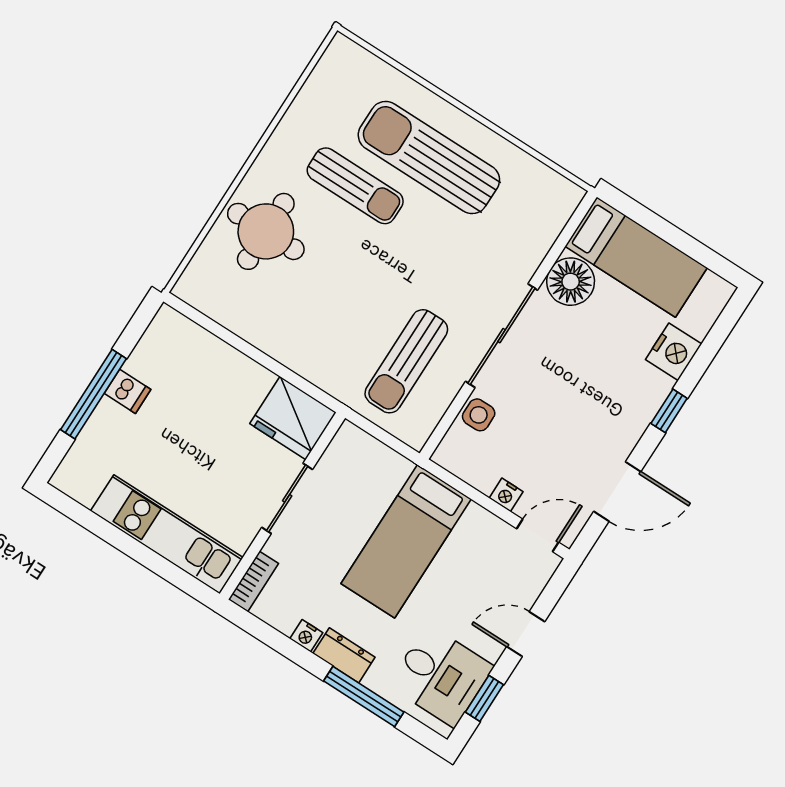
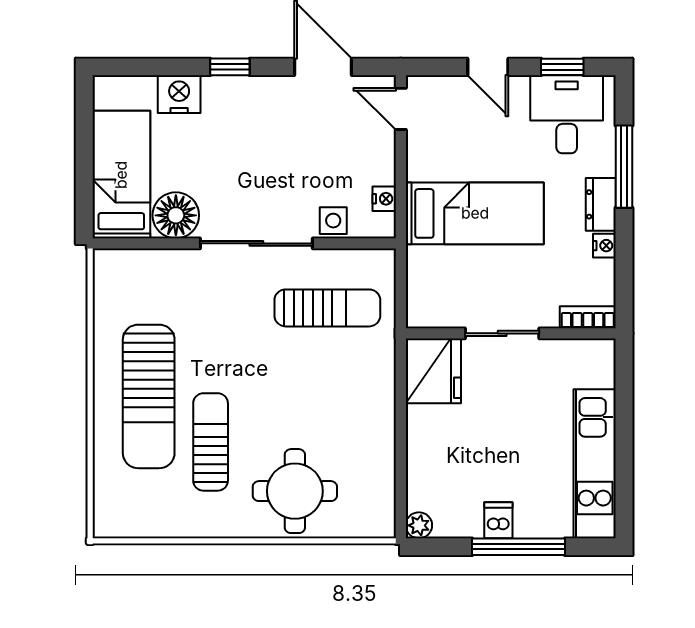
plant: (167, 320) -> (419, 525), added
nightstand: (506, 495) -> (384, 199), moved
kitchen unit: (167, 534) -> (595, 464), moved

